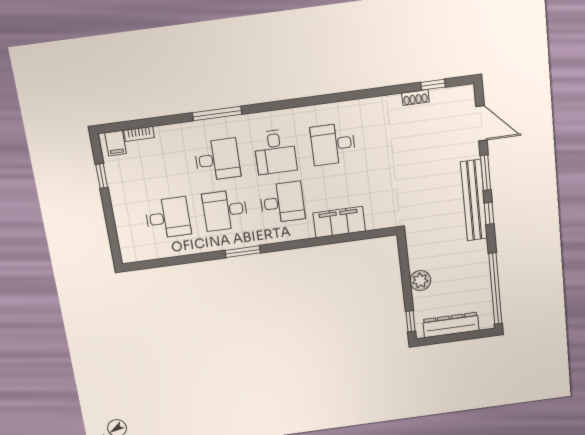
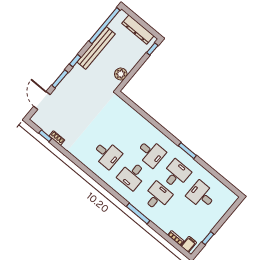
desk: (275, 152) -> (132, 175), turned 180
desk: (217, 160) -> (157, 196), turned 90
bench: (474, 200) -> (96, 48), moved
desk: (282, 203) -> (151, 153), turned 180
desk: (225, 210) -> (176, 174), turned -90
filing cabinet: (339, 222) -> (137, 121), removed
plant: (420, 281) -> (121, 74), moved

